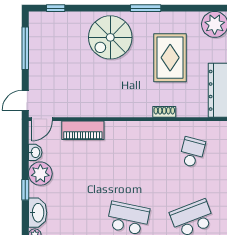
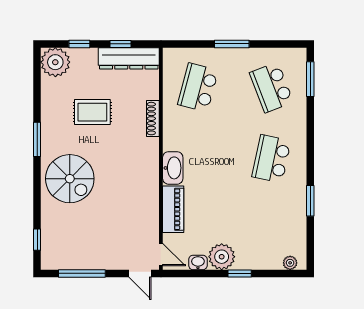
rug: (170, 58) -> (92, 112), width x0.73, depth x0.70
shoe rack: (164, 112) -> (153, 119), width x1.43
school desk: (192, 152) -> (198, 87), width x1.85
washbasin: (38, 213) -> (173, 168), moved, turned 90

